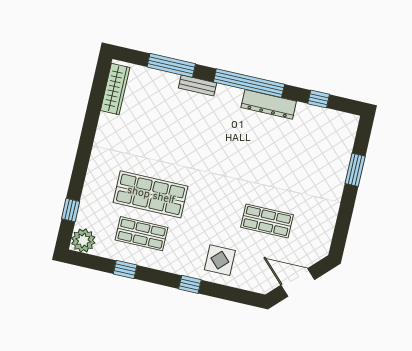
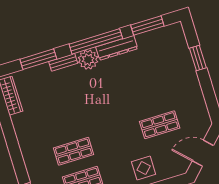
plant: (228, 99) -> (88, 60), added
window: (319, 99) -> (147, 26), width x2.17
shop shelf: (151, 194) -> (73, 151), width x0.70, depth x0.74

